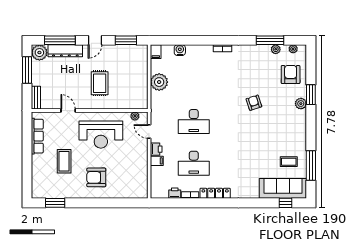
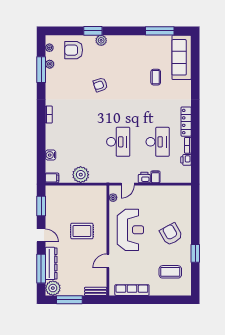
coffee table: (64, 161) -> (170, 272), moved
coffee table: (289, 162) -> (156, 77), moved
armchair: (96, 177) -> (171, 234), turned 151
window: (55, 203) -> (195, 253), moved
window: (286, 203) -> (195, 55), removed

